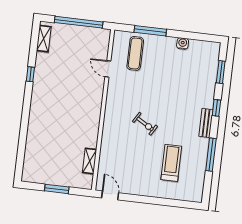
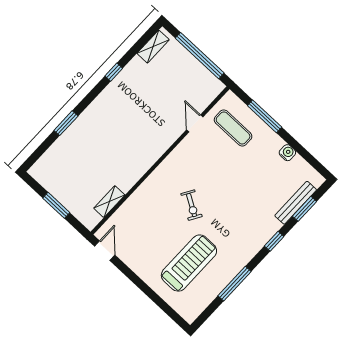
exercise mat: (135, 53) -> (233, 128), turned 90
bench: (206, 123) -> (296, 203), moved, width x1.36
window: (24, 131) -> (66, 123), added
treadmill: (171, 163) -> (189, 263), width x1.37, depth x1.38

